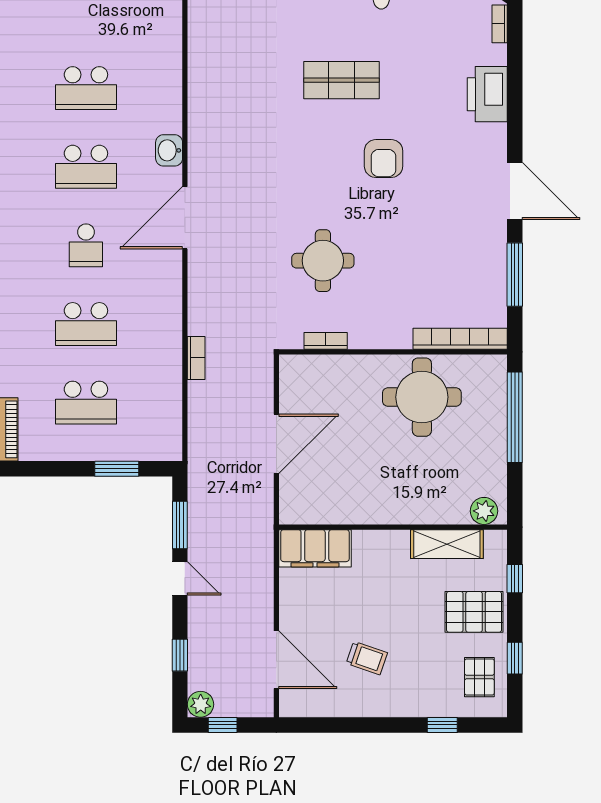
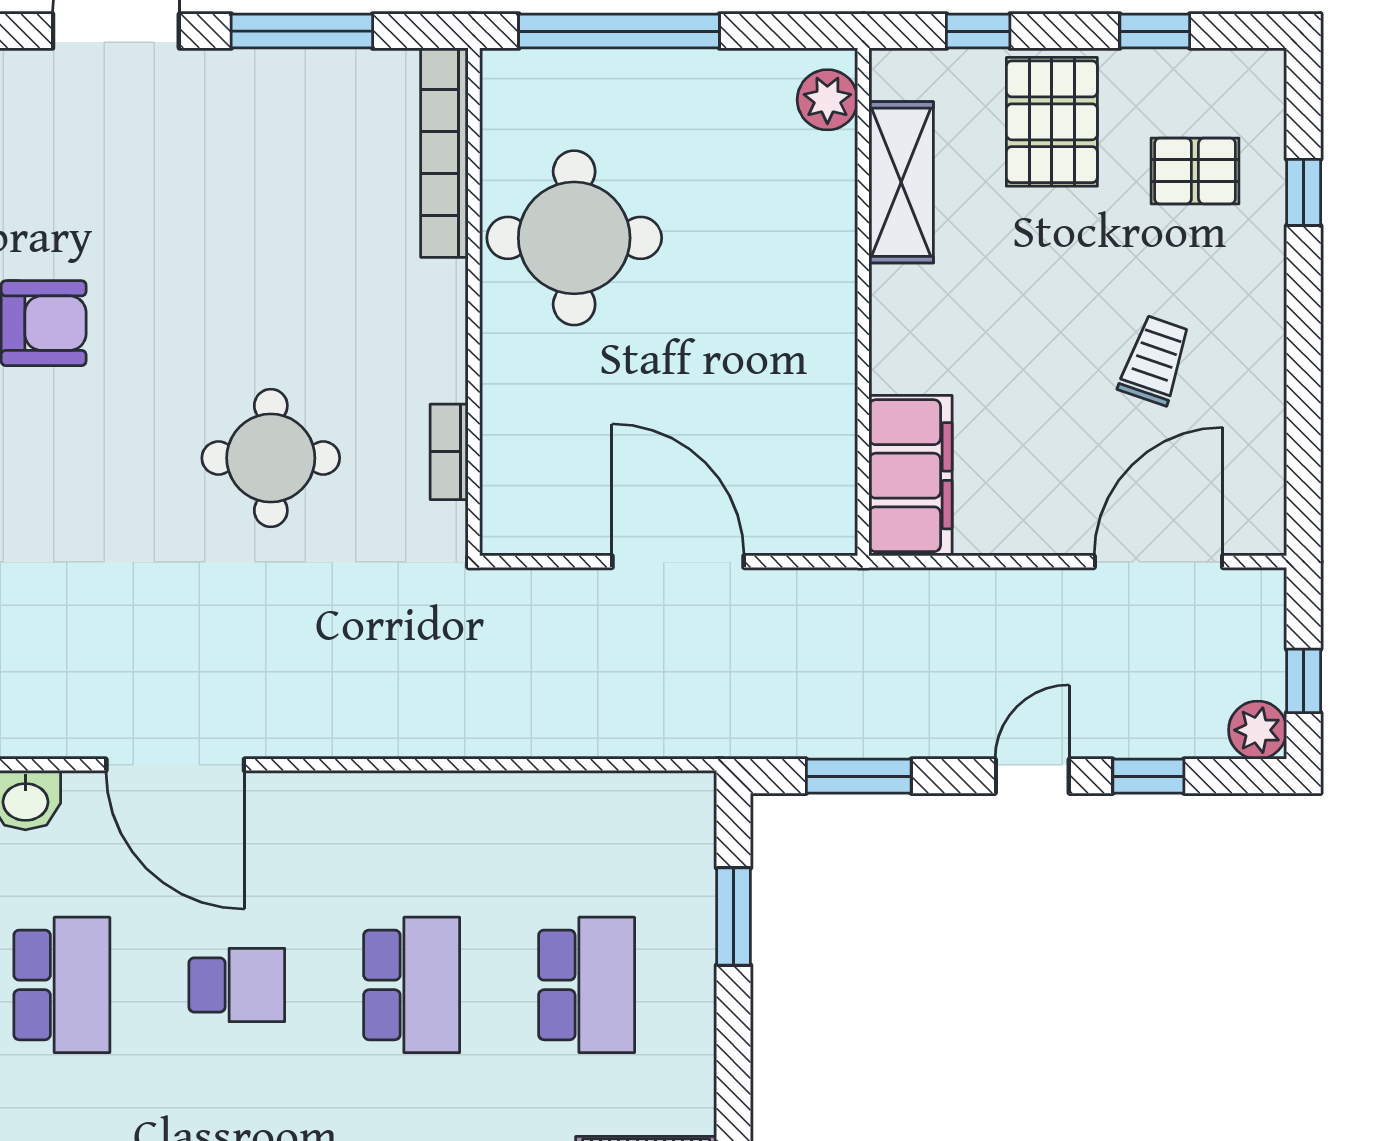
bookcase: (196, 358) -> (487, 740), removed
door: (180, 578) -> (1032, 776), moved
pallet: (479, 677) -> (1195, 171), moved

